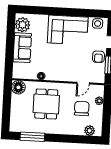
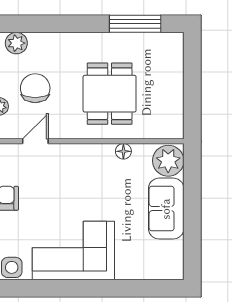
plant: (23, 25) -> (168, 161), moved
floor lamp: (18, 87) -> (170, 125), removed
chair: (82, 109) -> (35, 88), turned 180

